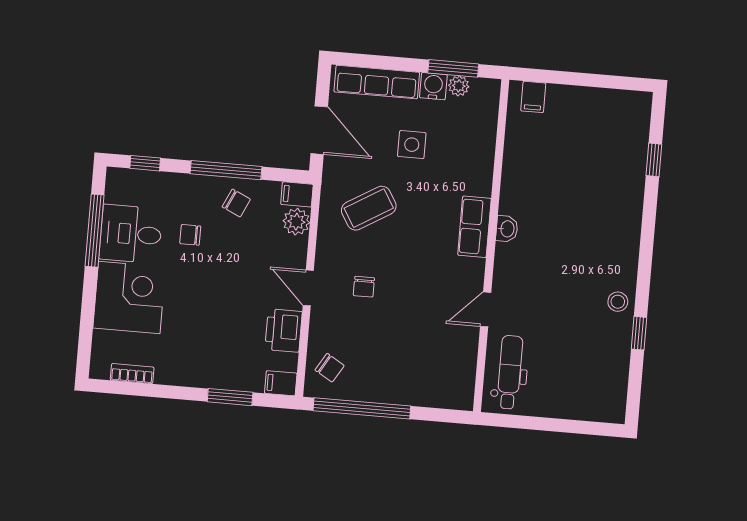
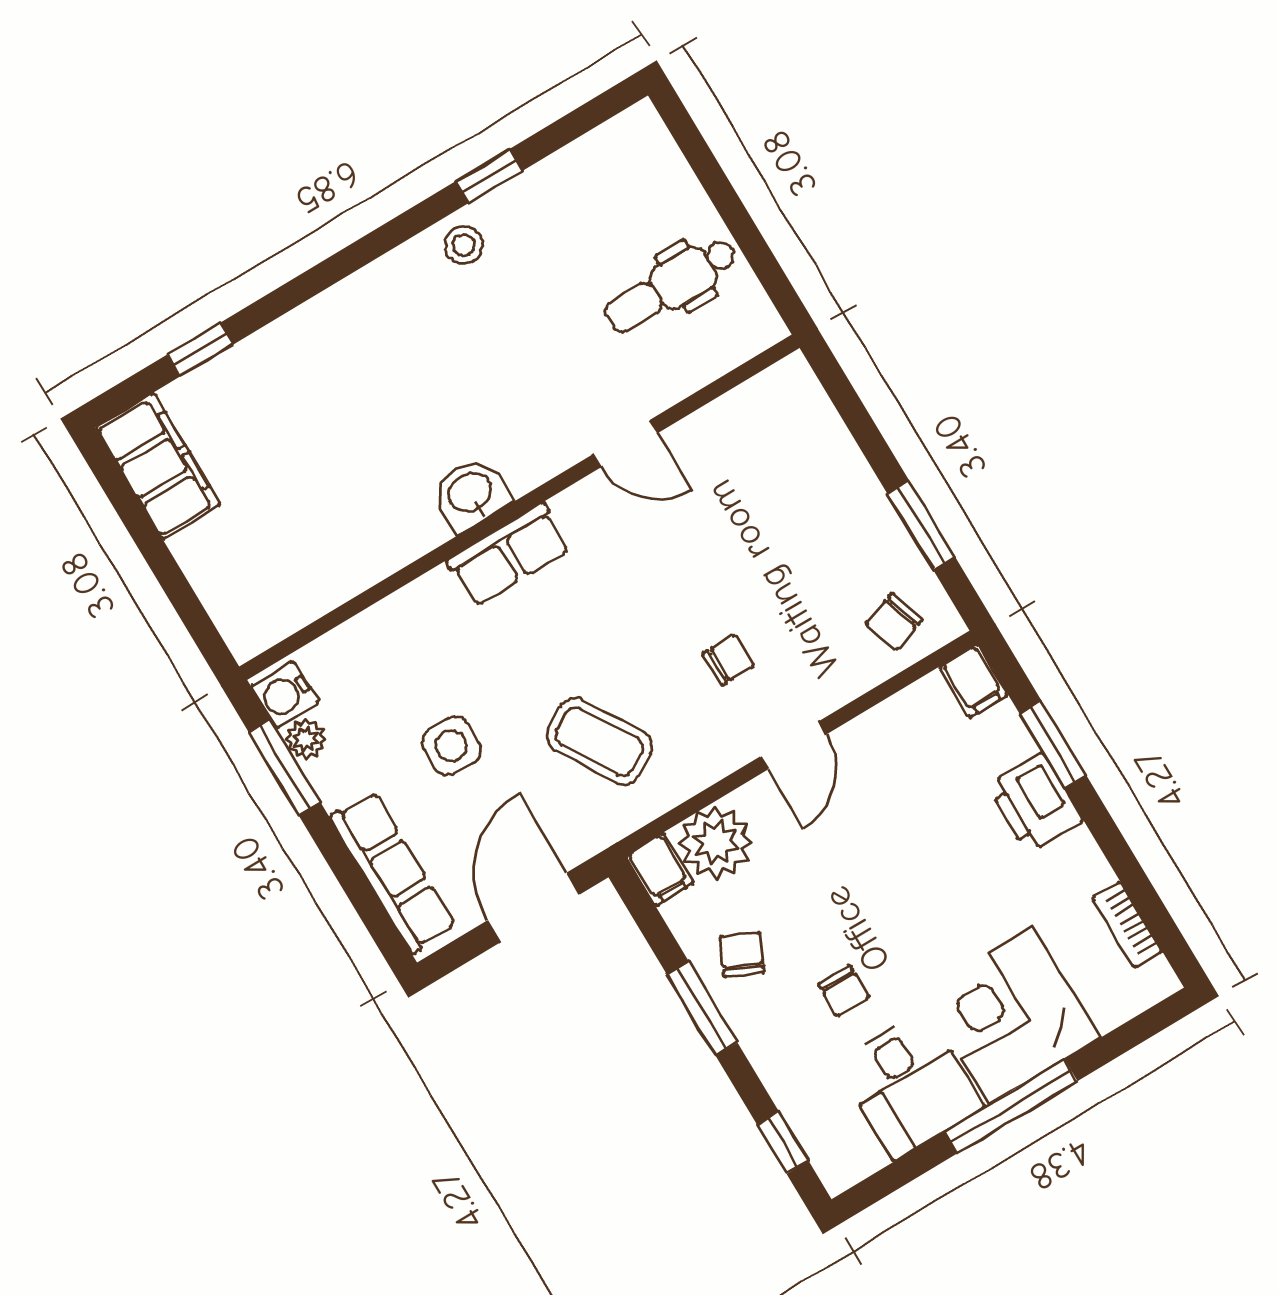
water cooler: (433, 86) -> (285, 695), moved
filing cabinet: (533, 97) -> (158, 466), moved, width x3.00, depth x1.17
window: (226, 170) -> (702, 1008), width x0.69
plant: (296, 222) -> (716, 843), width x1.36, depth x1.36
washbasin: (507, 229) -> (471, 494), width x1.38, depth x1.45
window: (95, 231) -> (1011, 1106), moved
printer: (284, 331) -> (1035, 803), moved, turned 90
chair: (330, 368) -> (894, 622), turned -139
dental chair: (510, 372) -> (671, 285), moved
window: (362, 408) -> (921, 525), width x0.47

